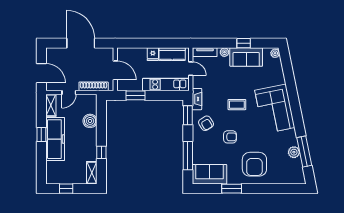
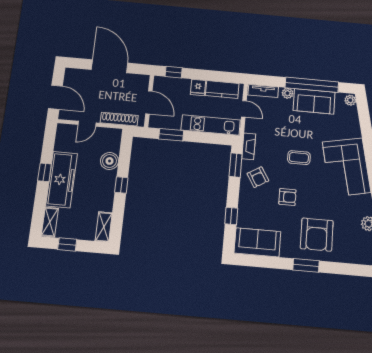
window: (132, 43) -> (174, 72), added
window: (244, 43) -> (312, 85), width x3.17
shelving: (51, 105) -> (50, 222), moved
window: (101, 152) -> (121, 185), moved
window: (188, 156) -> (231, 216), width x0.46
window: (232, 189) -> (306, 265), moved

